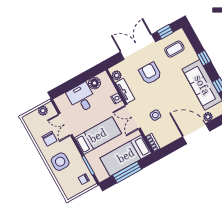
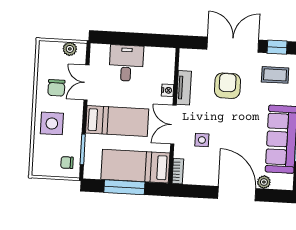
plant: (117, 75) -> (186, 63), removed
floor lamp: (94, 83) -> (153, 55), removed

